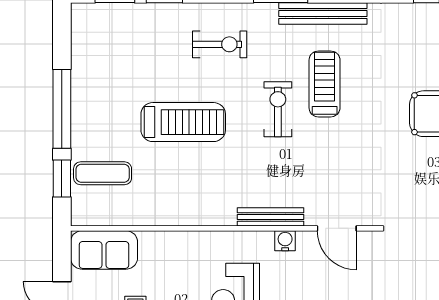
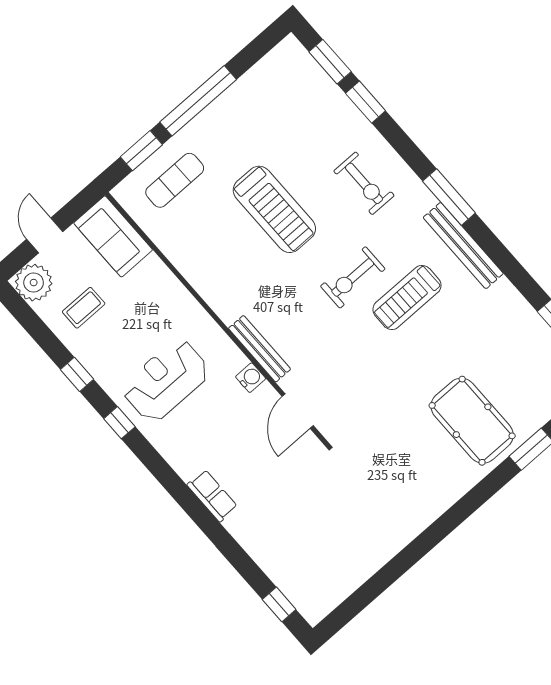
treadmill: (325, 84) -> (407, 297), turned 180
exercise bike: (278, 109) -> (353, 277), turned 180
exercise mat: (103, 173) -> (175, 180), turned 90

